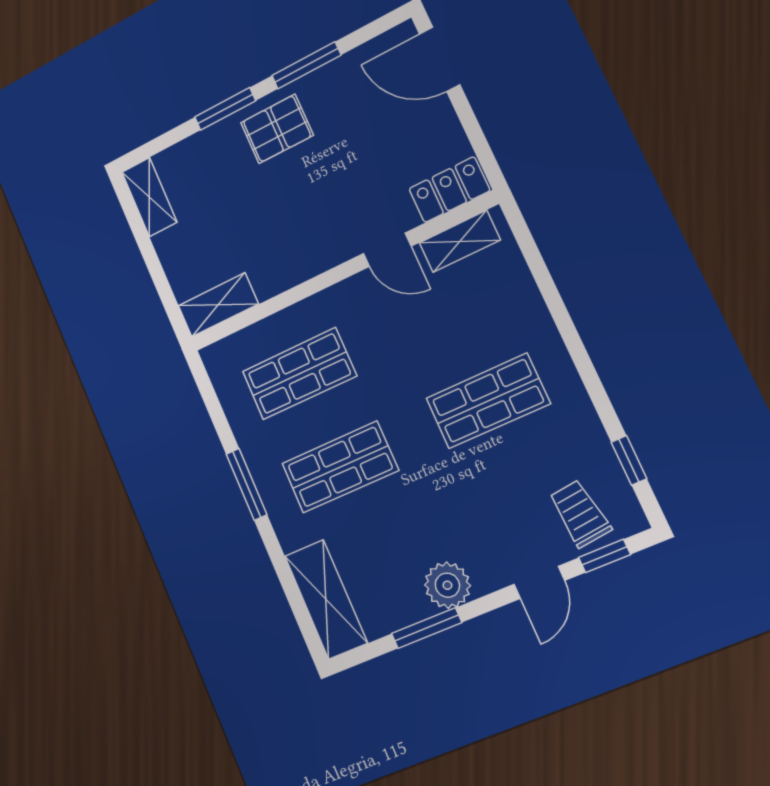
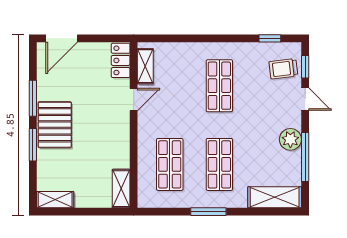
pallet: (277, 129) -> (55, 125), width x1.50, depth x1.42
window: (427, 628) -> (305, 157), width x1.44

